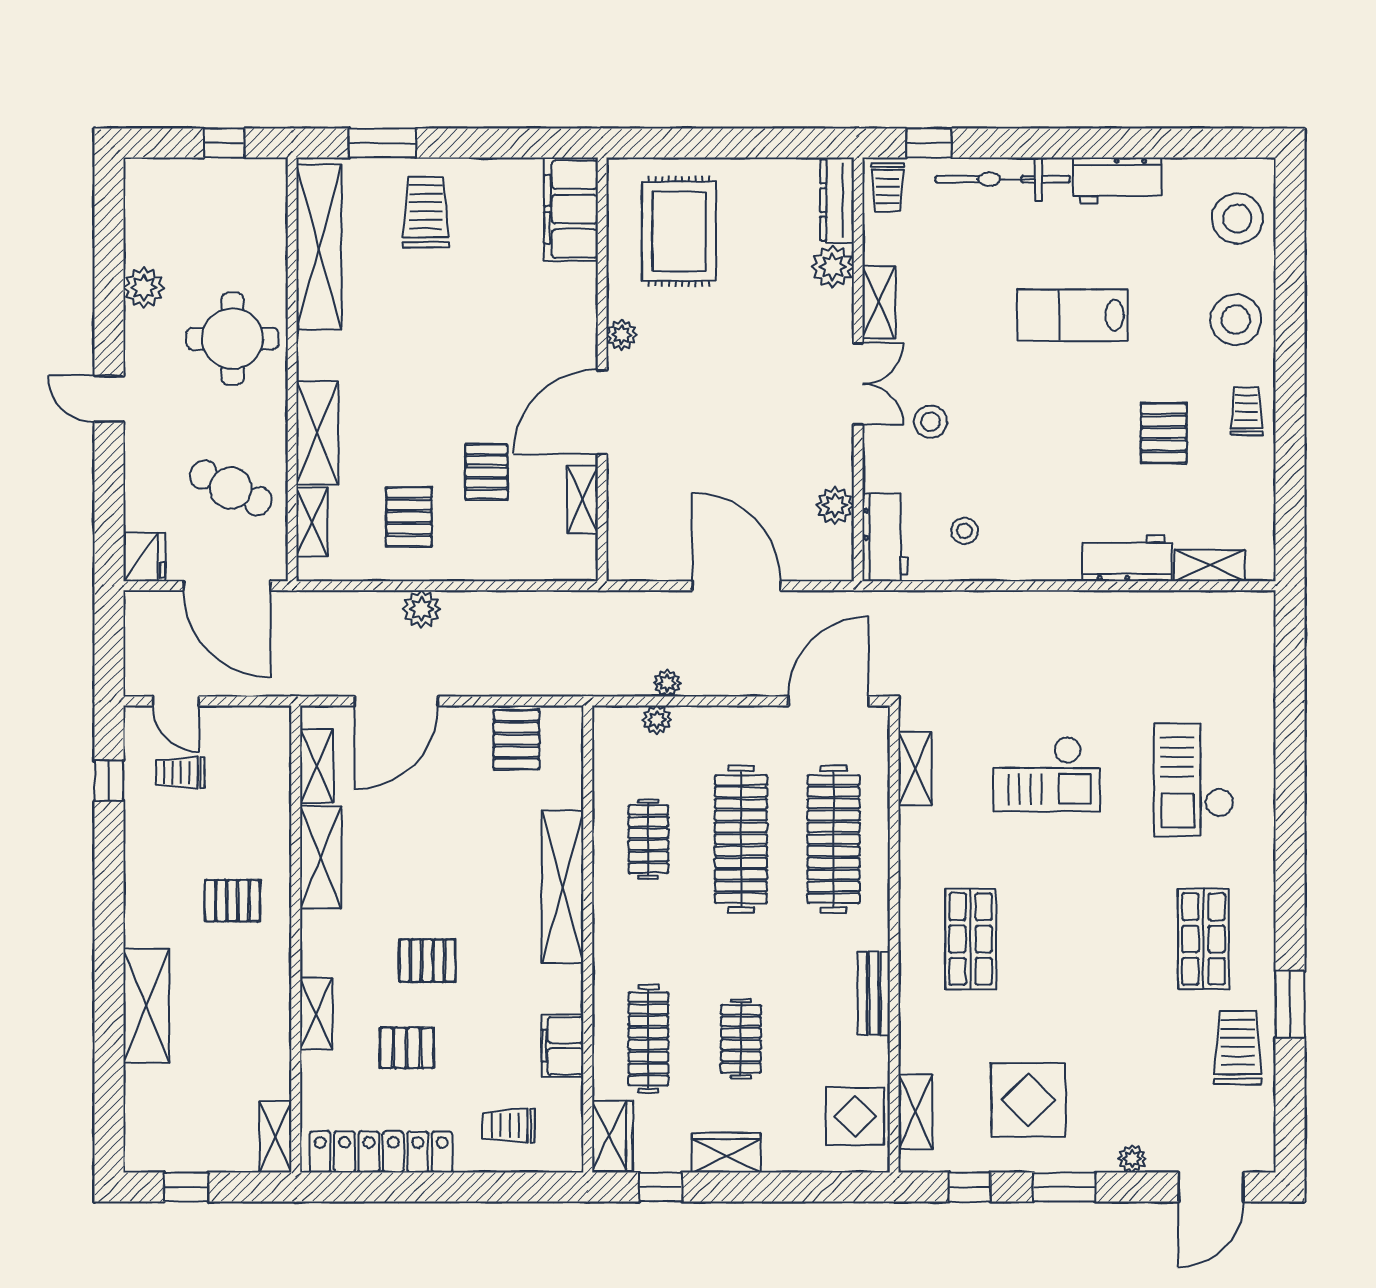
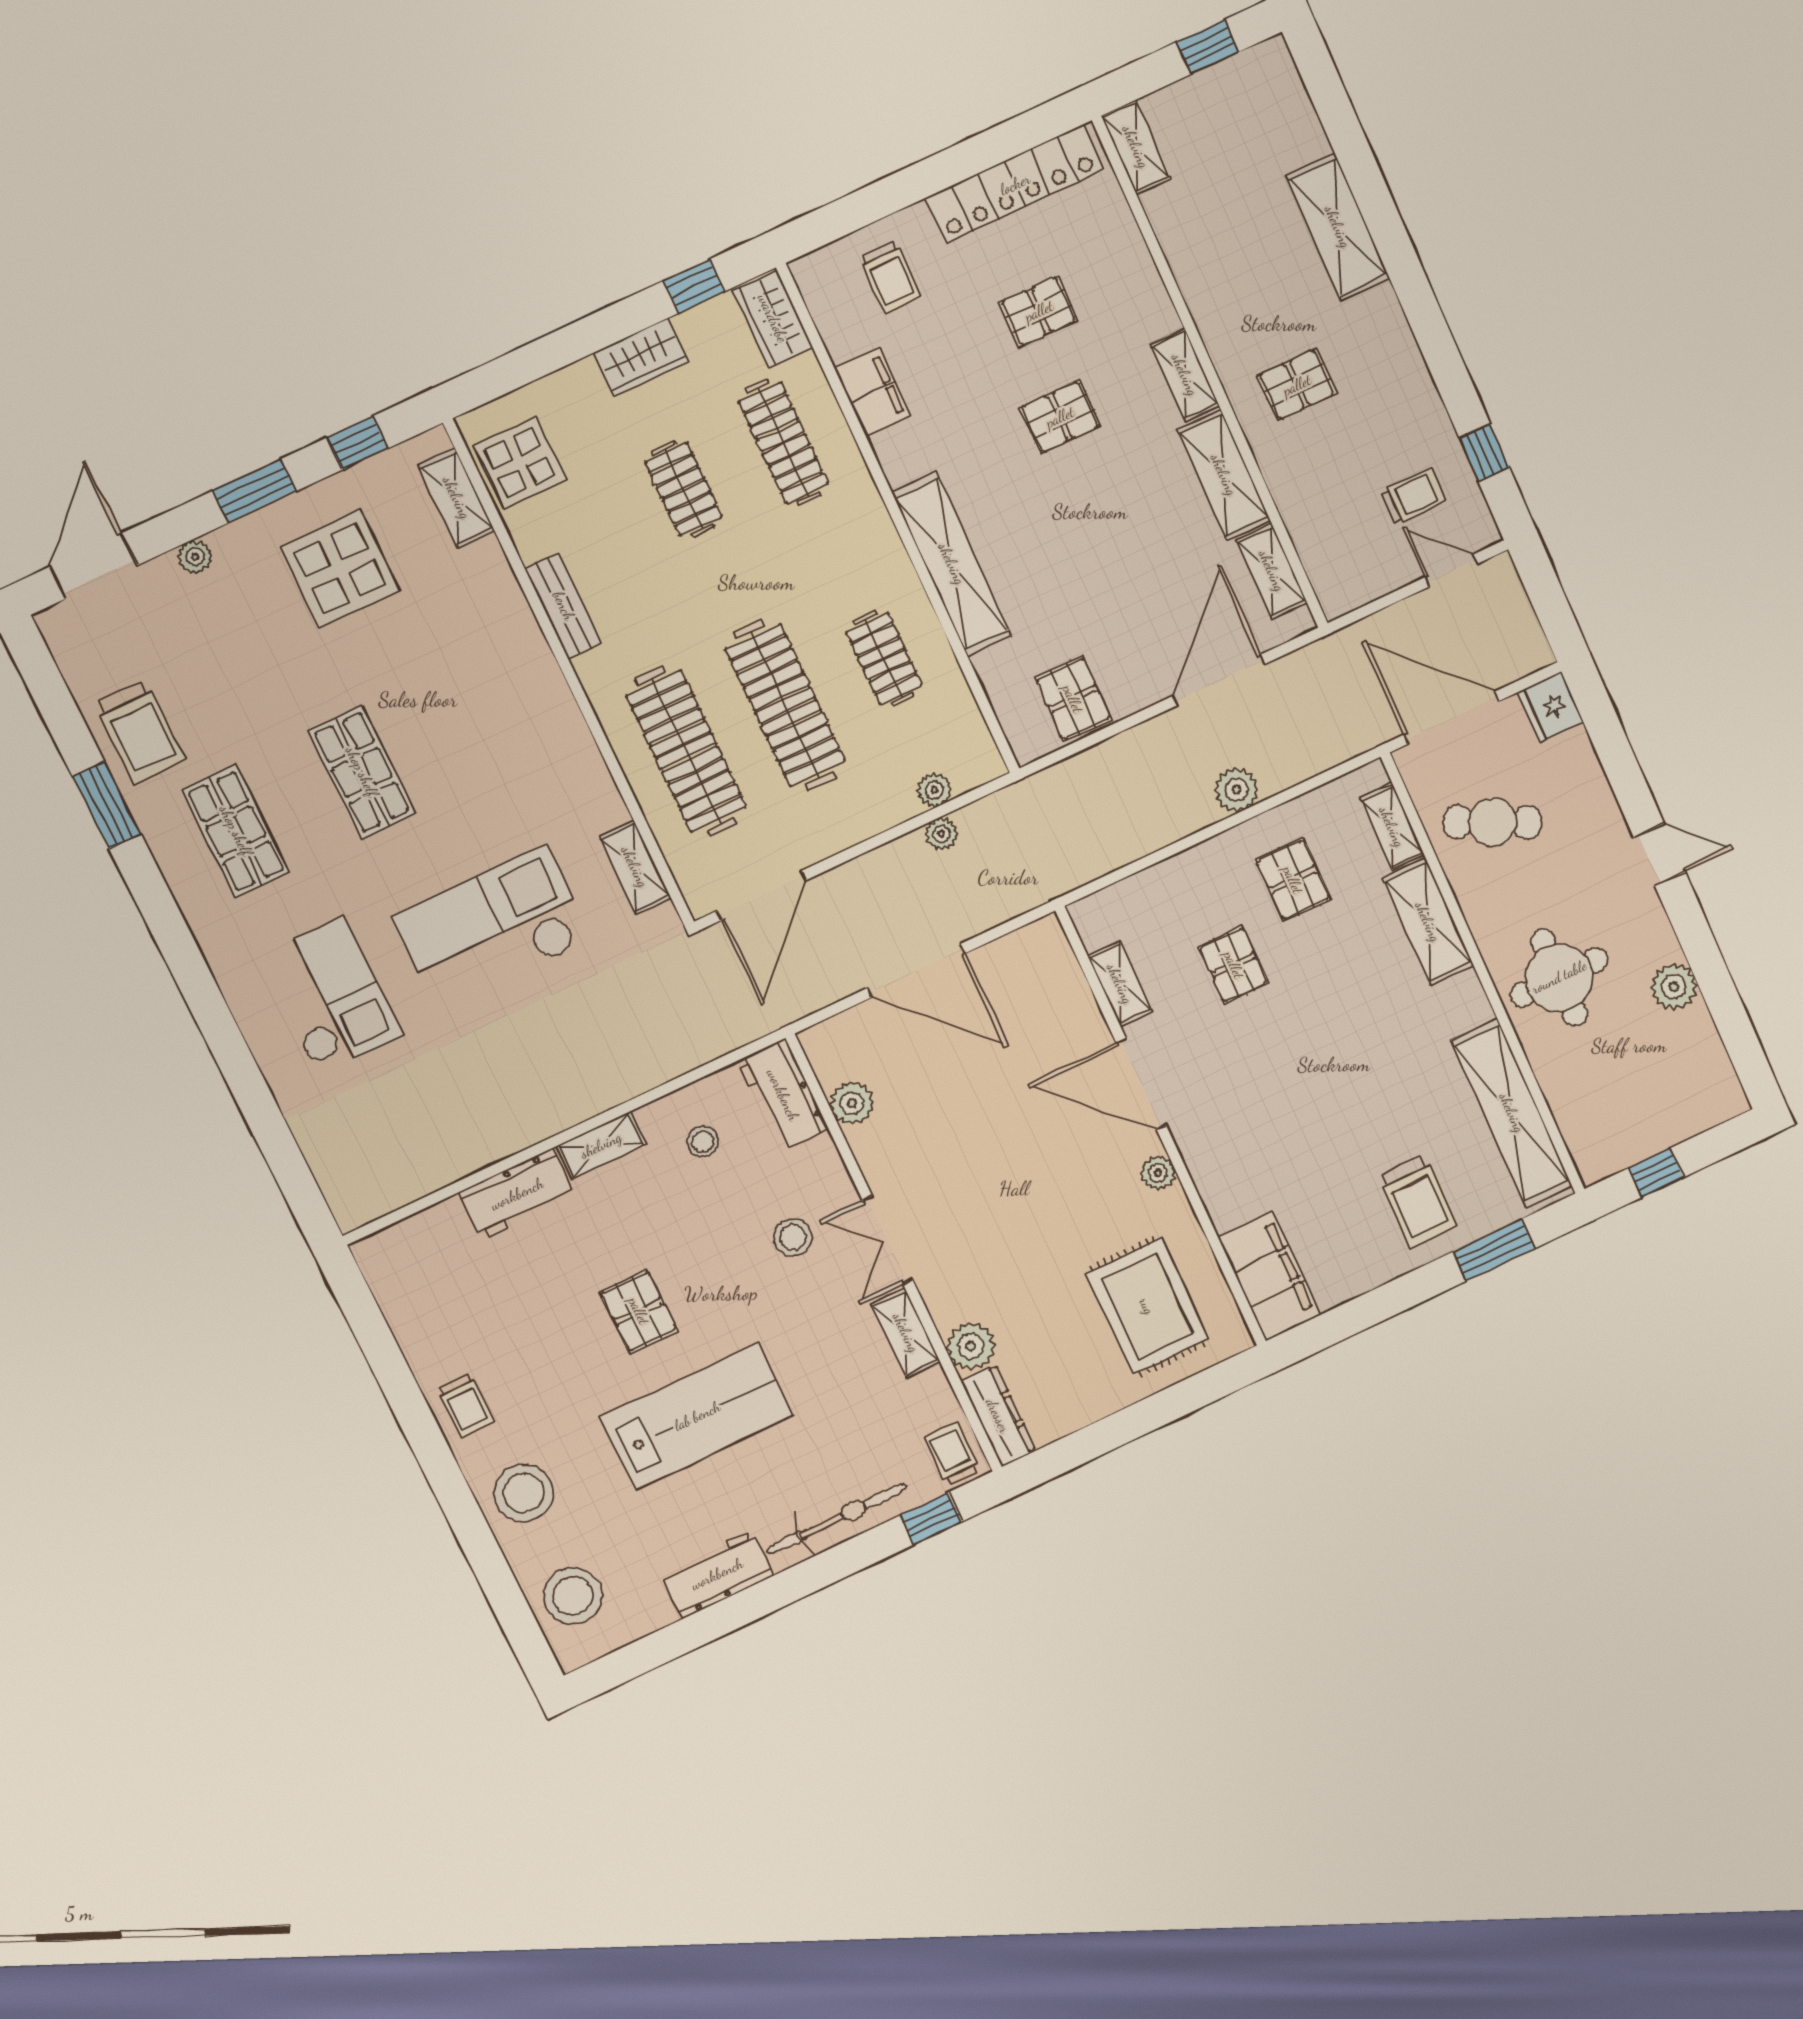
lab bench: (1072, 315) -> (697, 1416), width x1.36, depth x1.39
door: (602, 412) -> (1141, 1084), swing flipped
pallet: (1164, 433) -> (639, 1311), moved
shelving: (1210, 566) -> (601, 1145), moved
checkout: (1046, 774) -> (492, 928), width x1.36, depth x1.21
shop shelf: (971, 939) -> (362, 772), moved
shelving: (316, 1013) -> (1185, 375), moved
trolley: (509, 1126) -> (890, 277), turned 90

